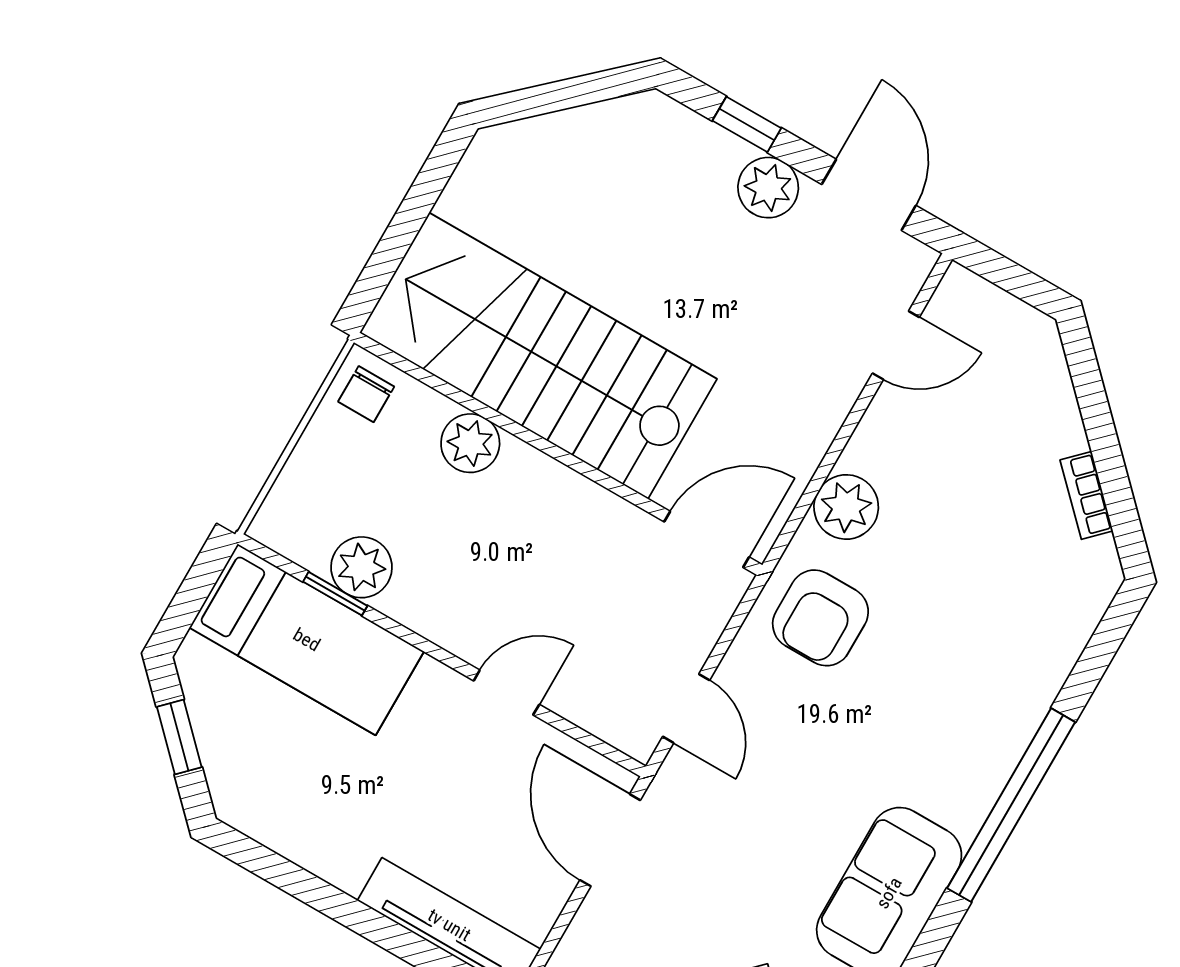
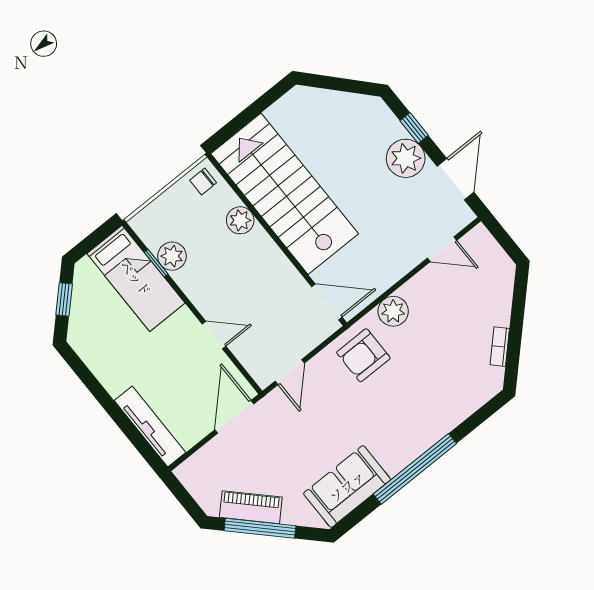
plant: (768, 188) -> (406, 158), width x1.36, depth x1.36

